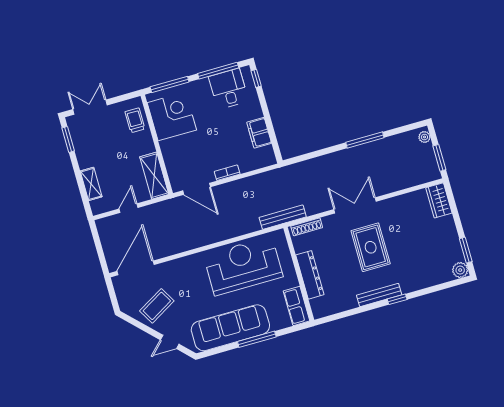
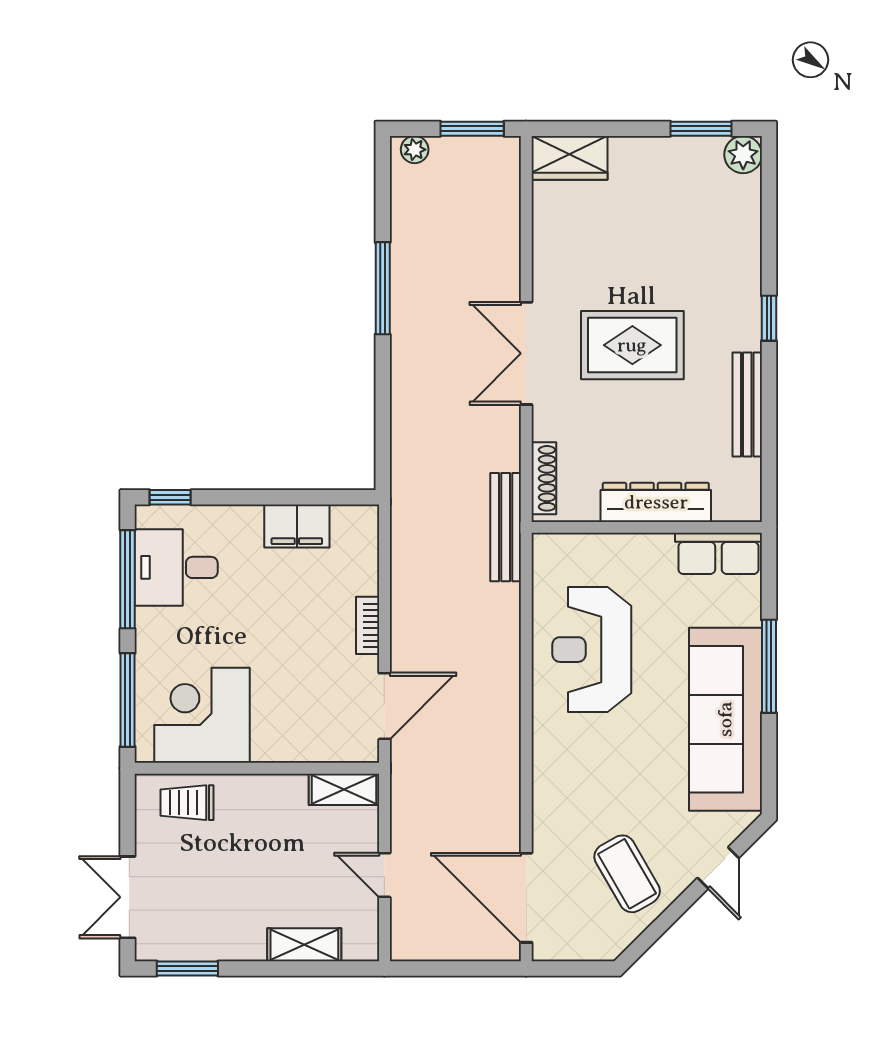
shelving: (154, 176) -> (344, 789), width x0.67, depth x0.75
reception desk: (243, 266) -> (592, 650), width x0.74, depth x0.77
bench: (379, 295) -> (747, 405), moved

